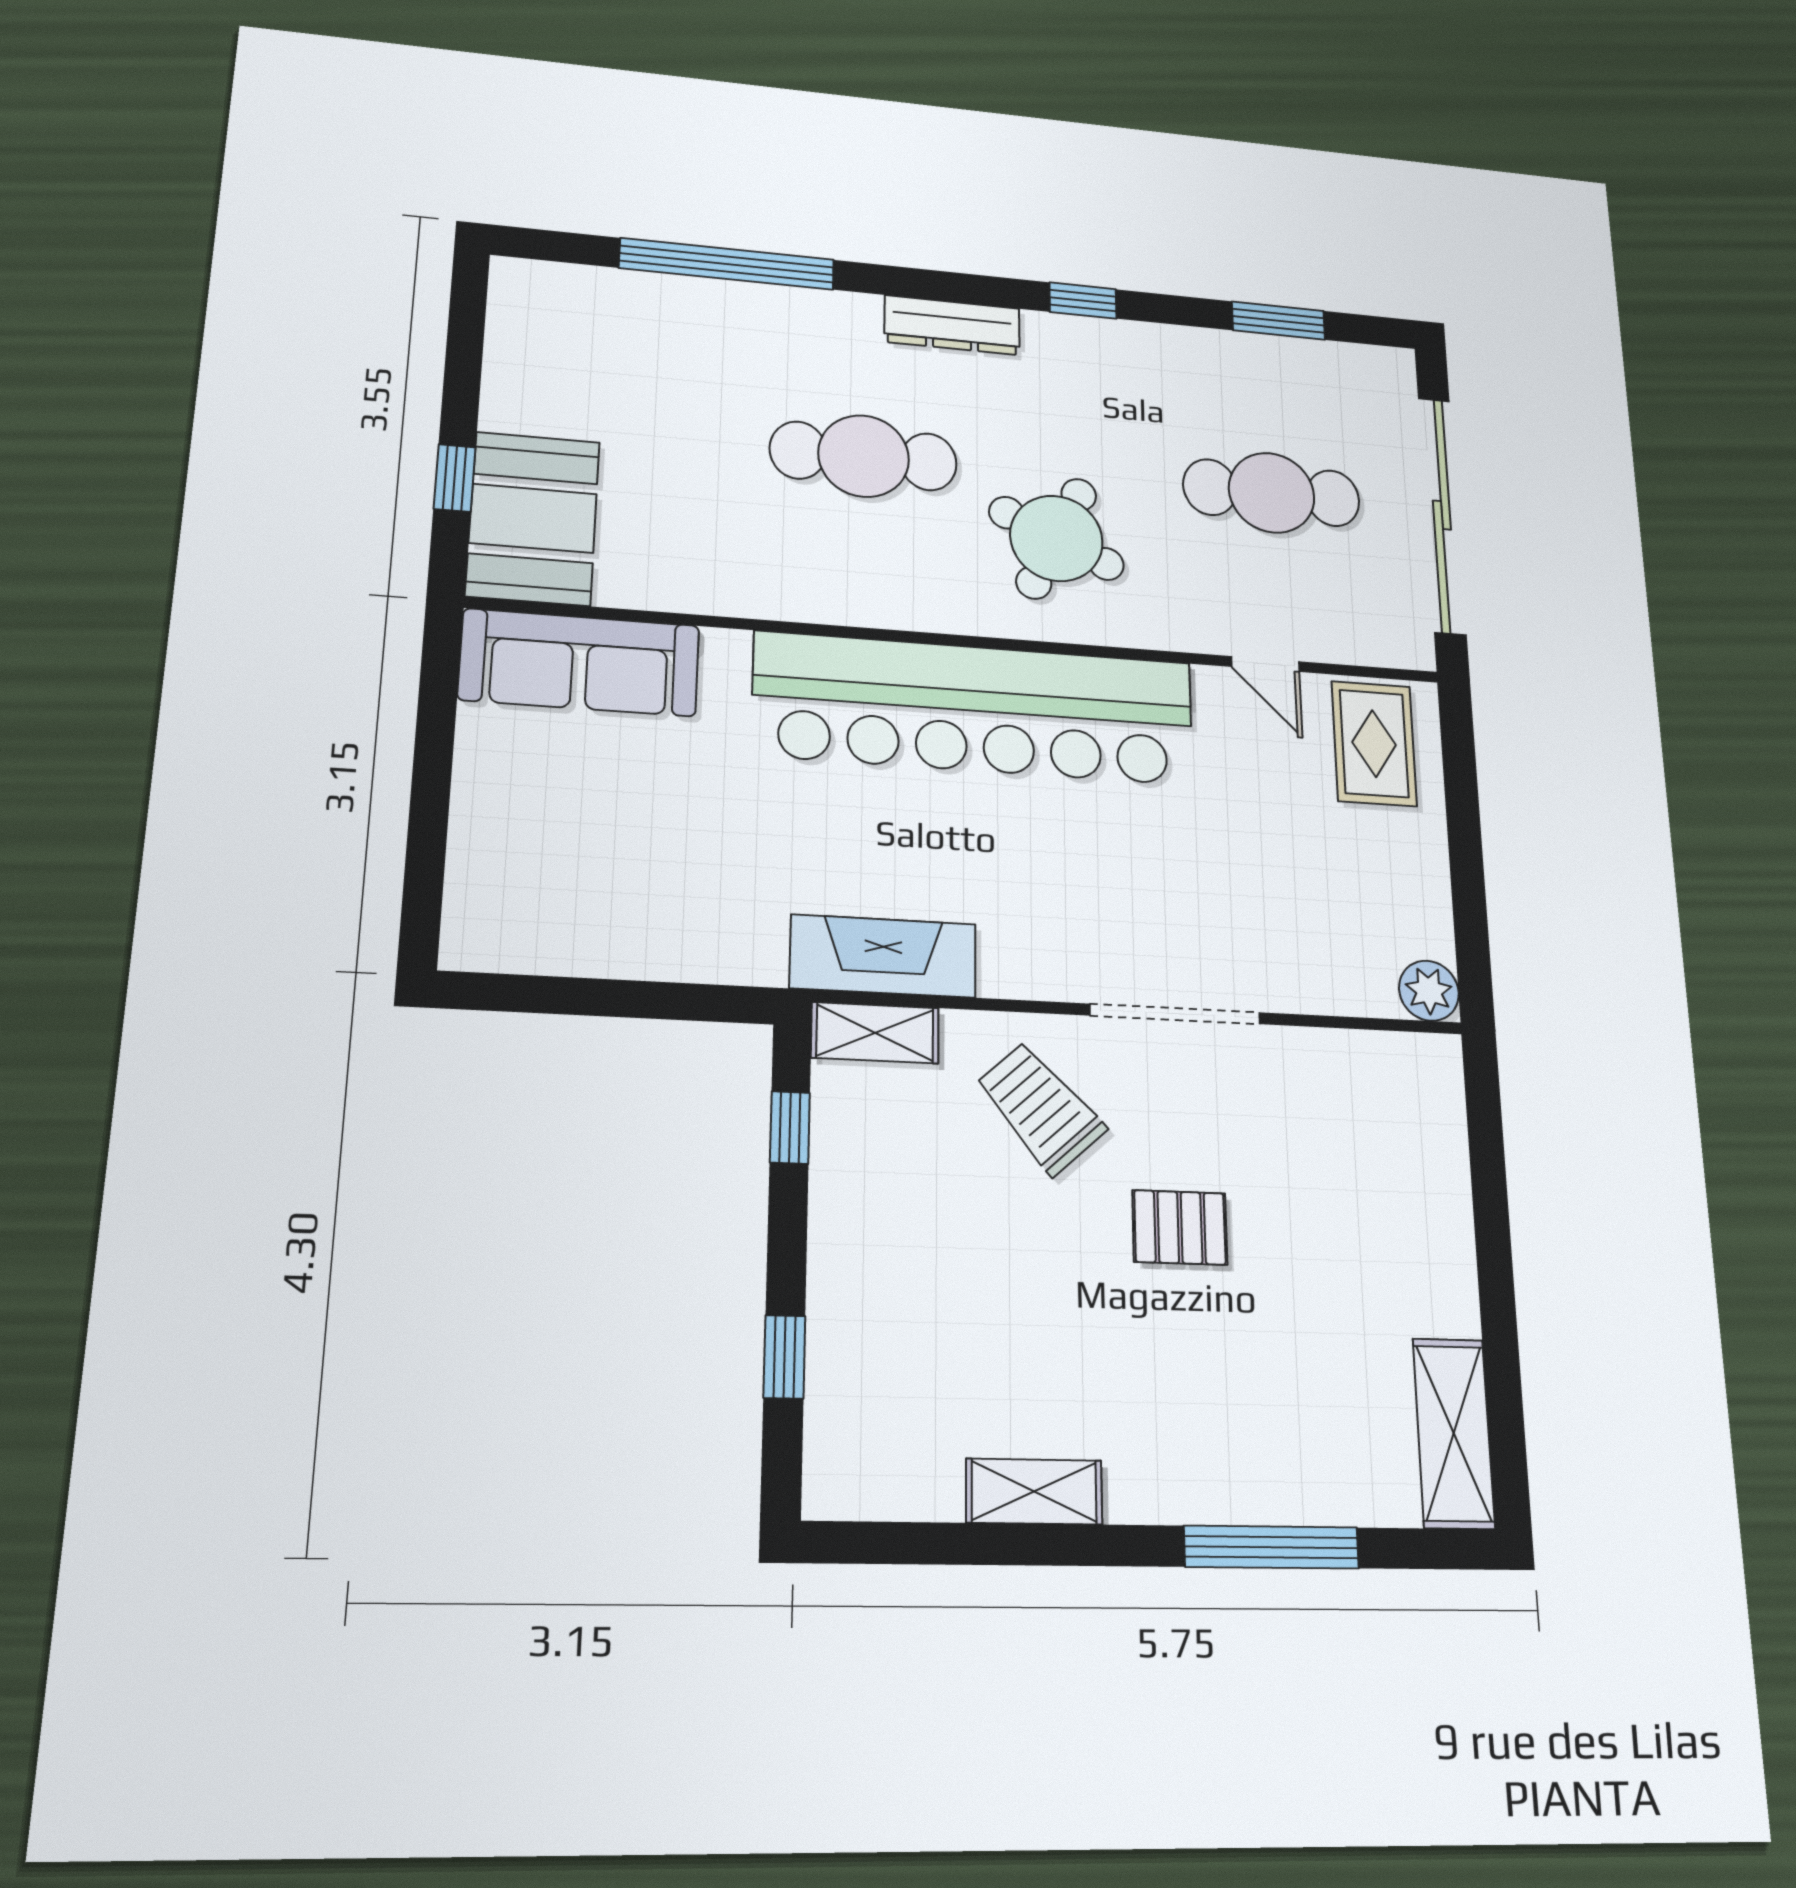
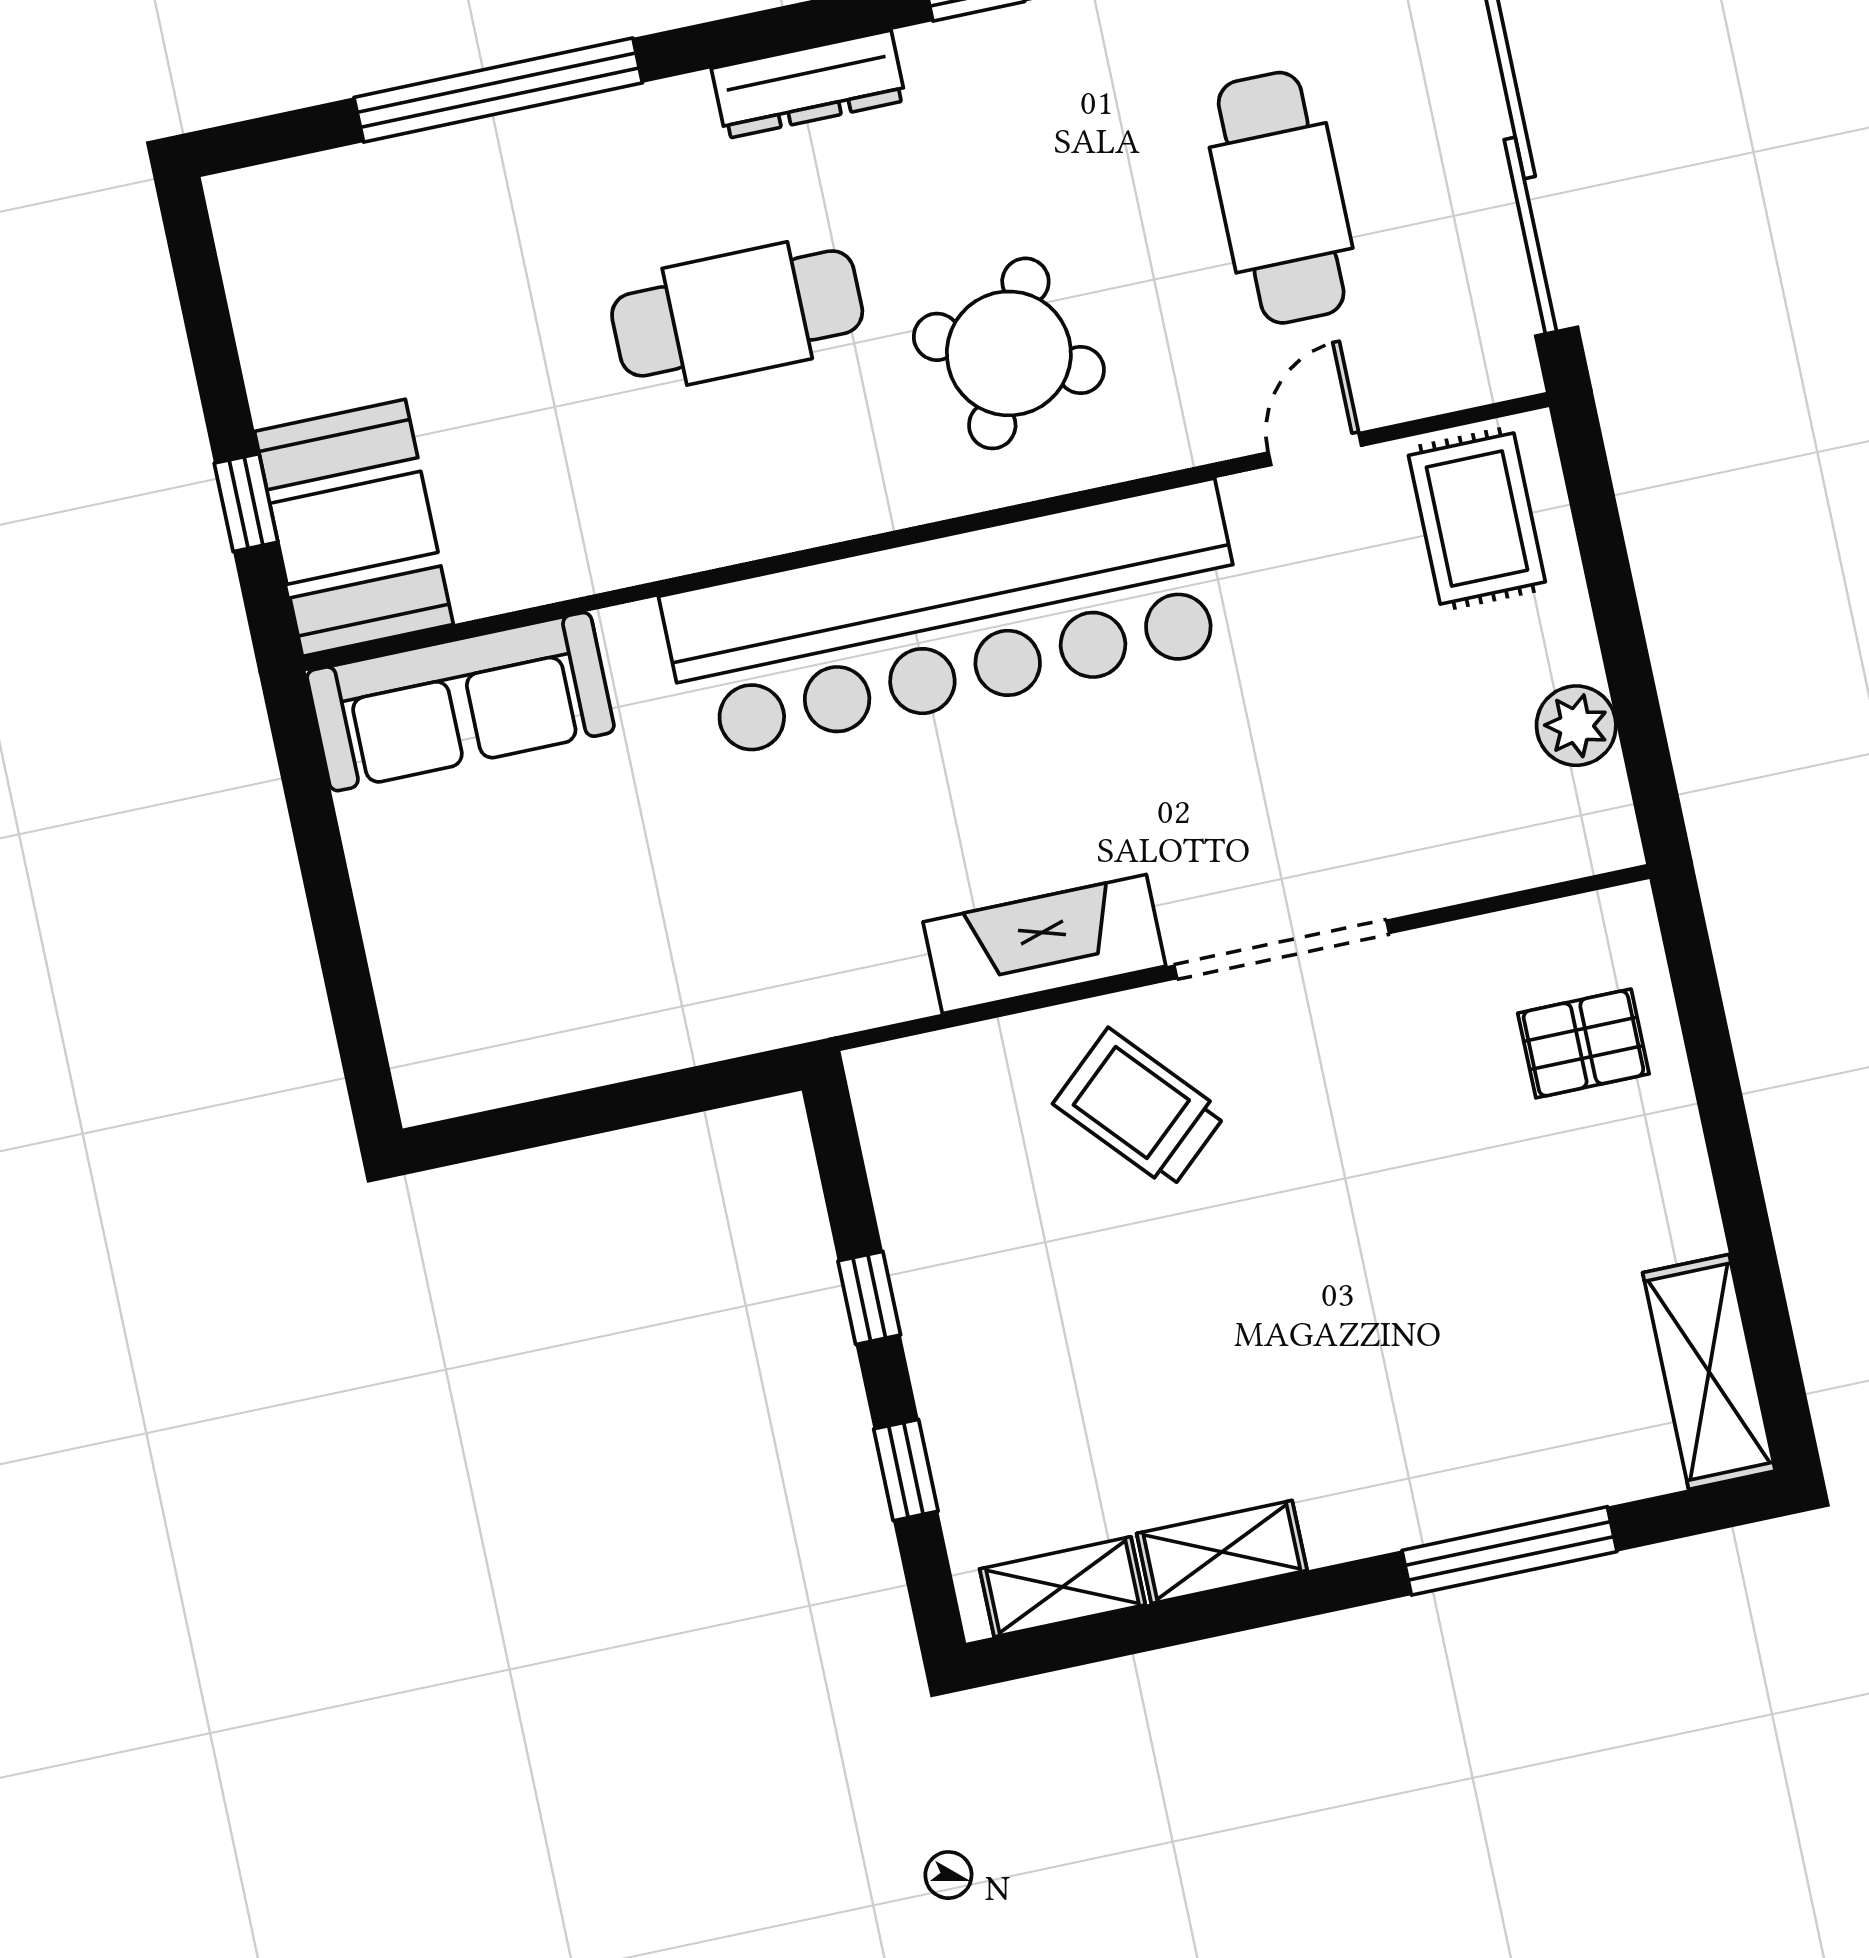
cafe table: (1272, 493) -> (1281, 198), turned 90
door: (1265, 664) -> (1315, 449), swing flipped
fireplace: (883, 956) -> (1044, 944), moved
plant: (1429, 991) -> (1576, 726), moved
shelving: (875, 1033) -> (1063, 1587), moved
window: (790, 1128) -> (869, 1298), moved
pallet: (1180, 1227) -> (1583, 1043), moved

